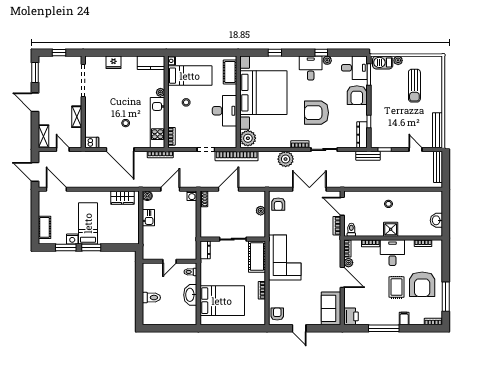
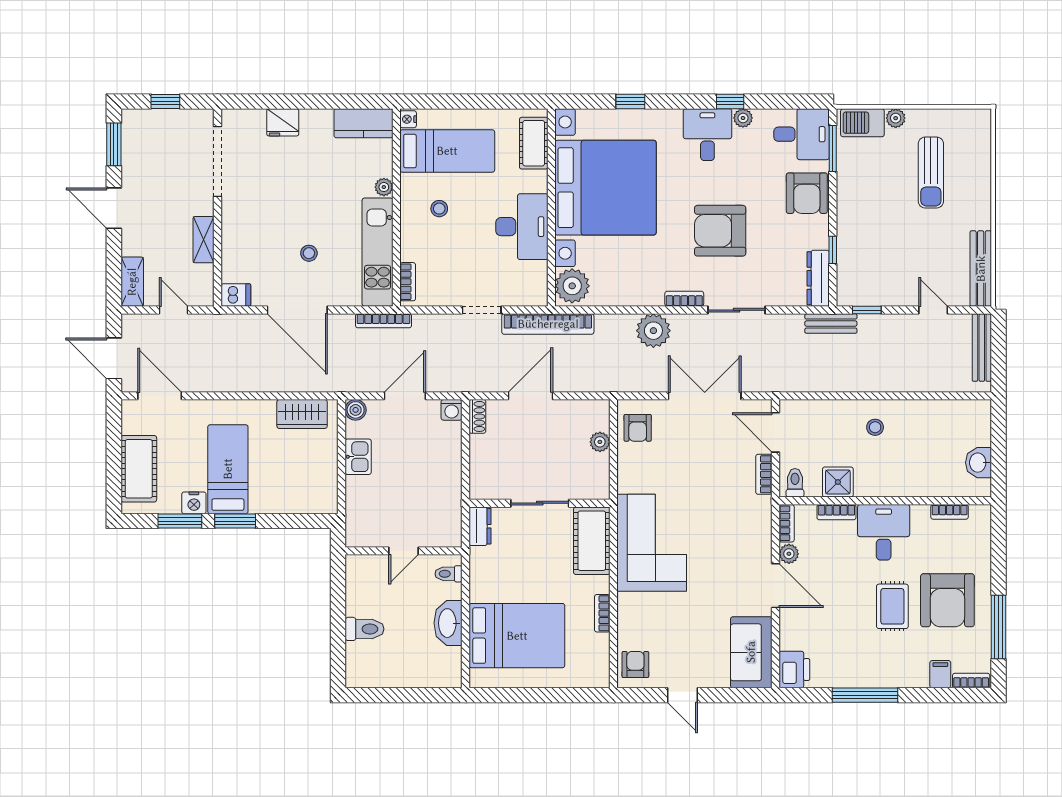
cot: (45, 227) -> (139, 469), width x1.37, depth x1.34
shower: (391, 229) -> (838, 482), moved
filing cabinet: (404, 319) -> (940, 674), moved

